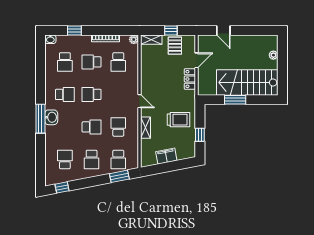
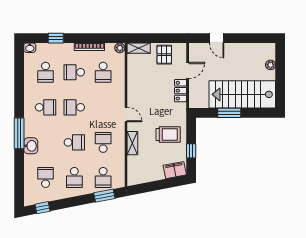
window: (171, 30) -> (160, 38), removed
washbasin: (51, 117) -> (31, 146), moved
filing cabinet: (166, 156) -> (175, 170), moved

